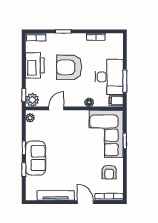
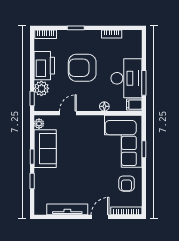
plant: (32, 100) -> (41, 88), moved
sofa: (36, 158) -> (45, 149), moved
door: (85, 202) -> (100, 217), hinge flipped

